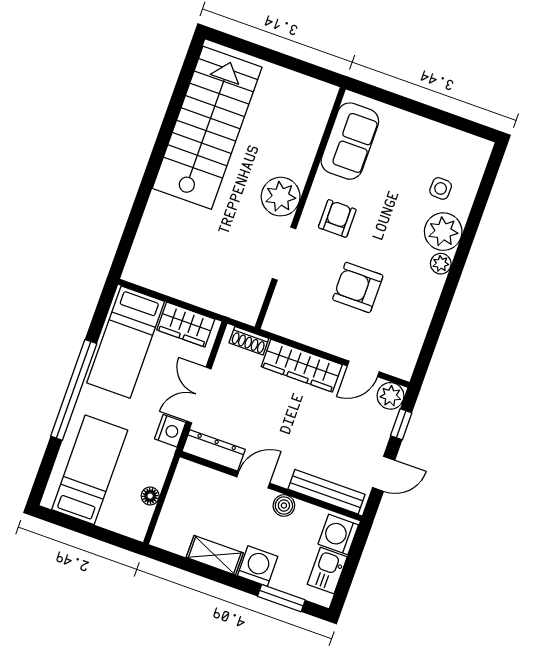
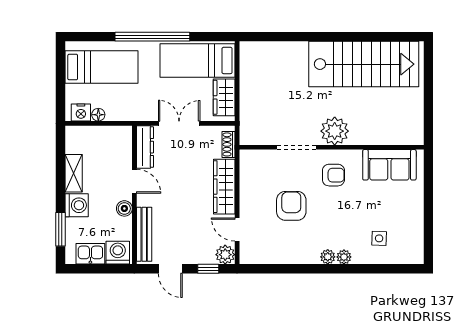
plant: (443, 232) -> (344, 257), width x0.53, depth x0.53
nightstand: (170, 431) -> (81, 112), moved

